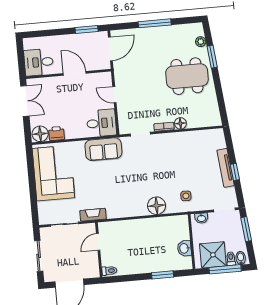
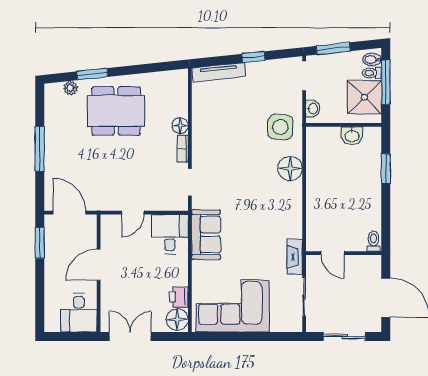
dining table: (187, 76) -> (116, 111), turned 90
tv unit: (226, 168) -> (219, 72), moved
side table: (186, 196) -> (280, 127), width x1.87, depth x1.87

